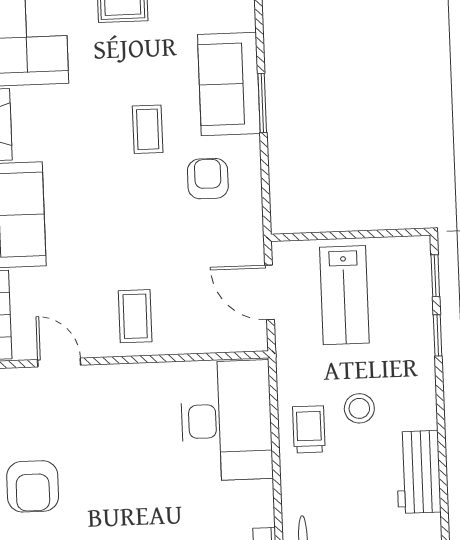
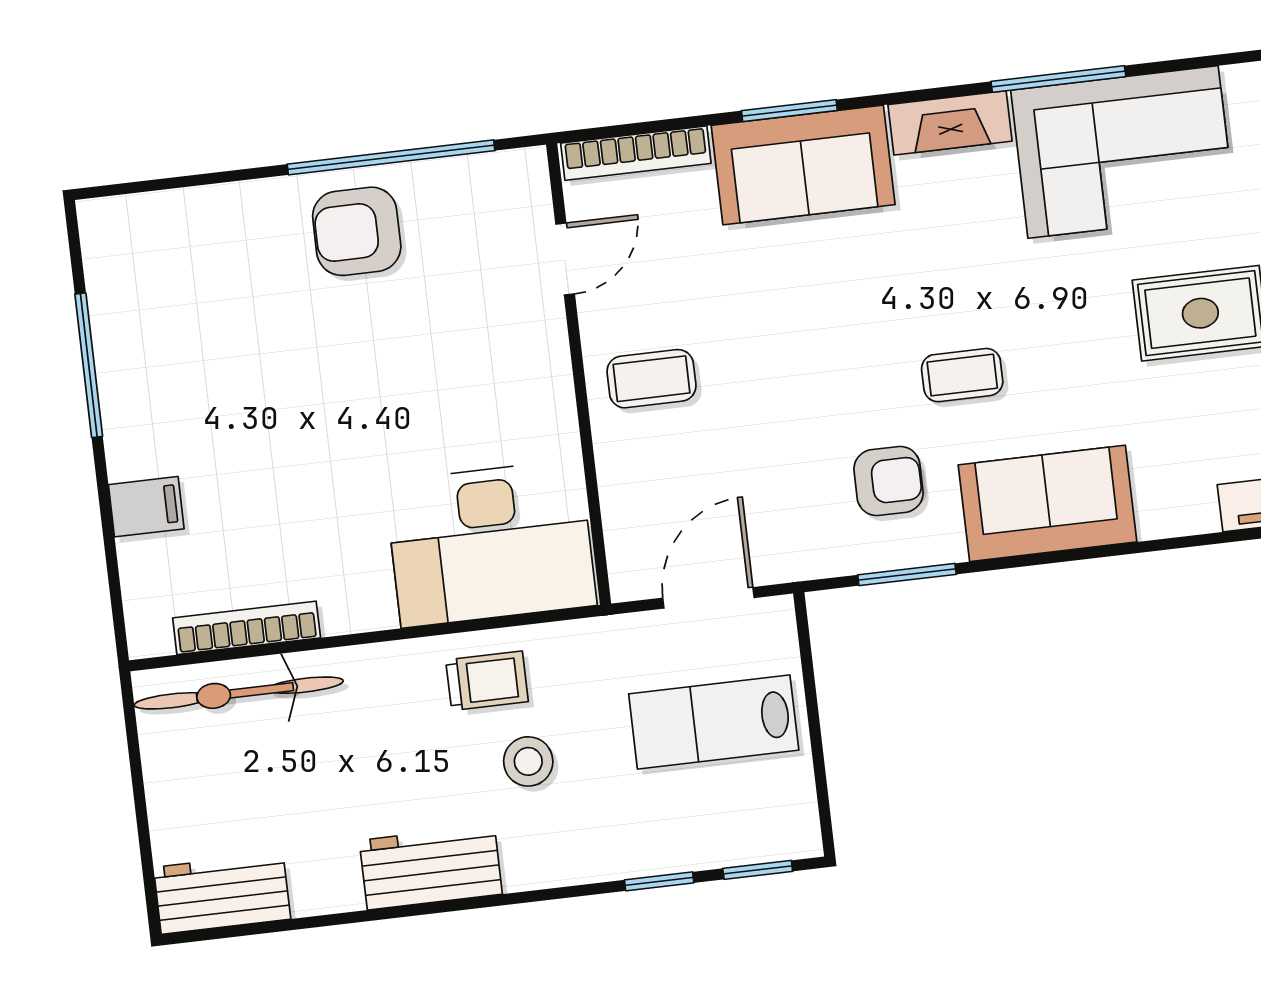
window: (262, 103) -> (907, 575), moved

